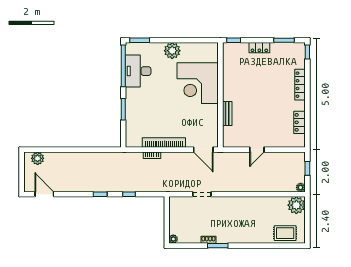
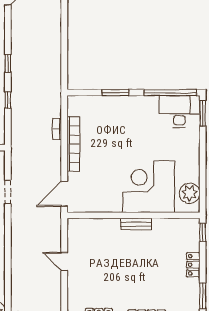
plant: (172, 51) -> (190, 193), moved
desk: (138, 71) -> (179, 111), moved
bench: (227, 113) -> (136, 224), moved

